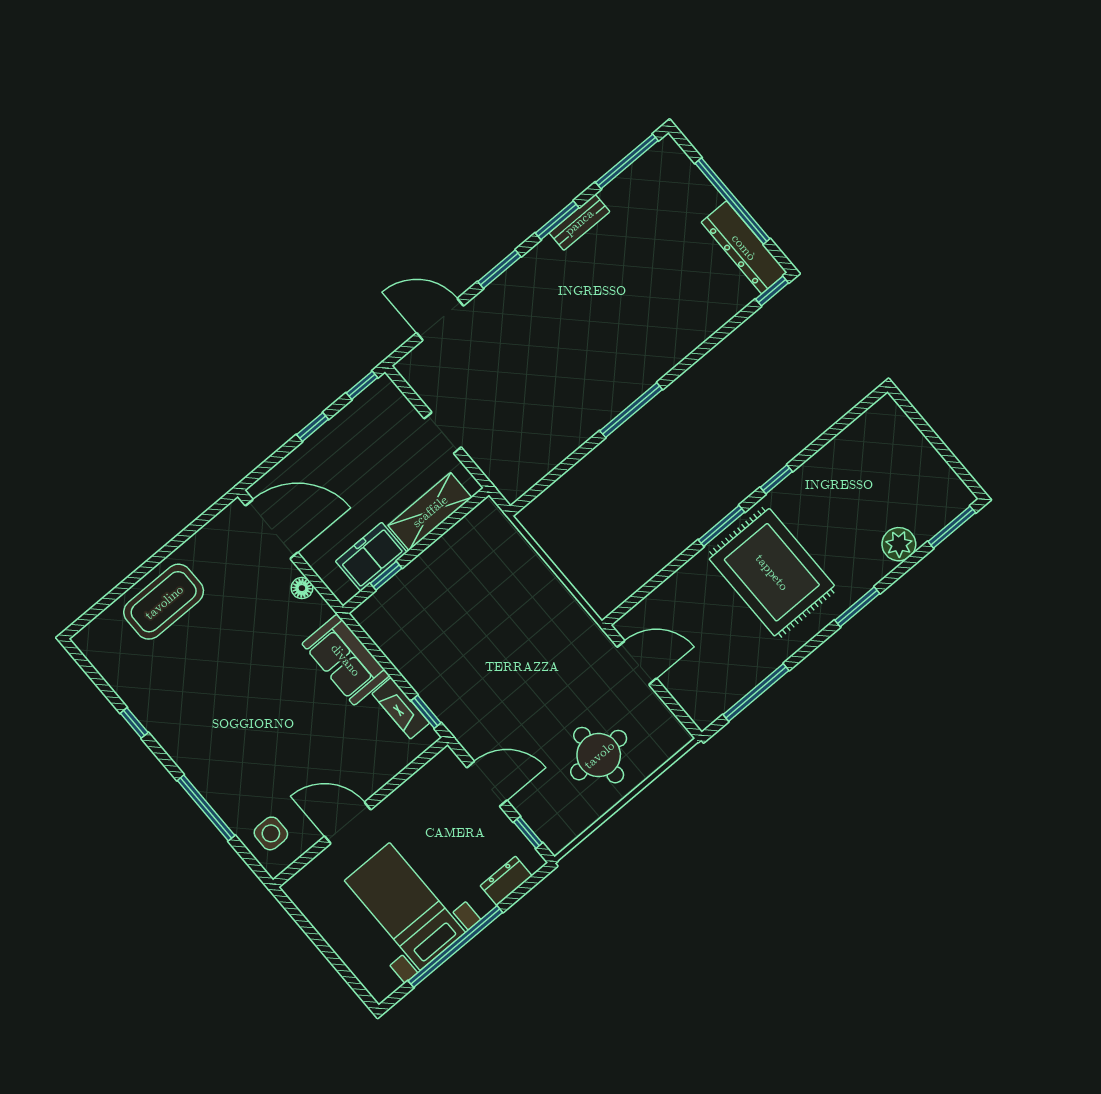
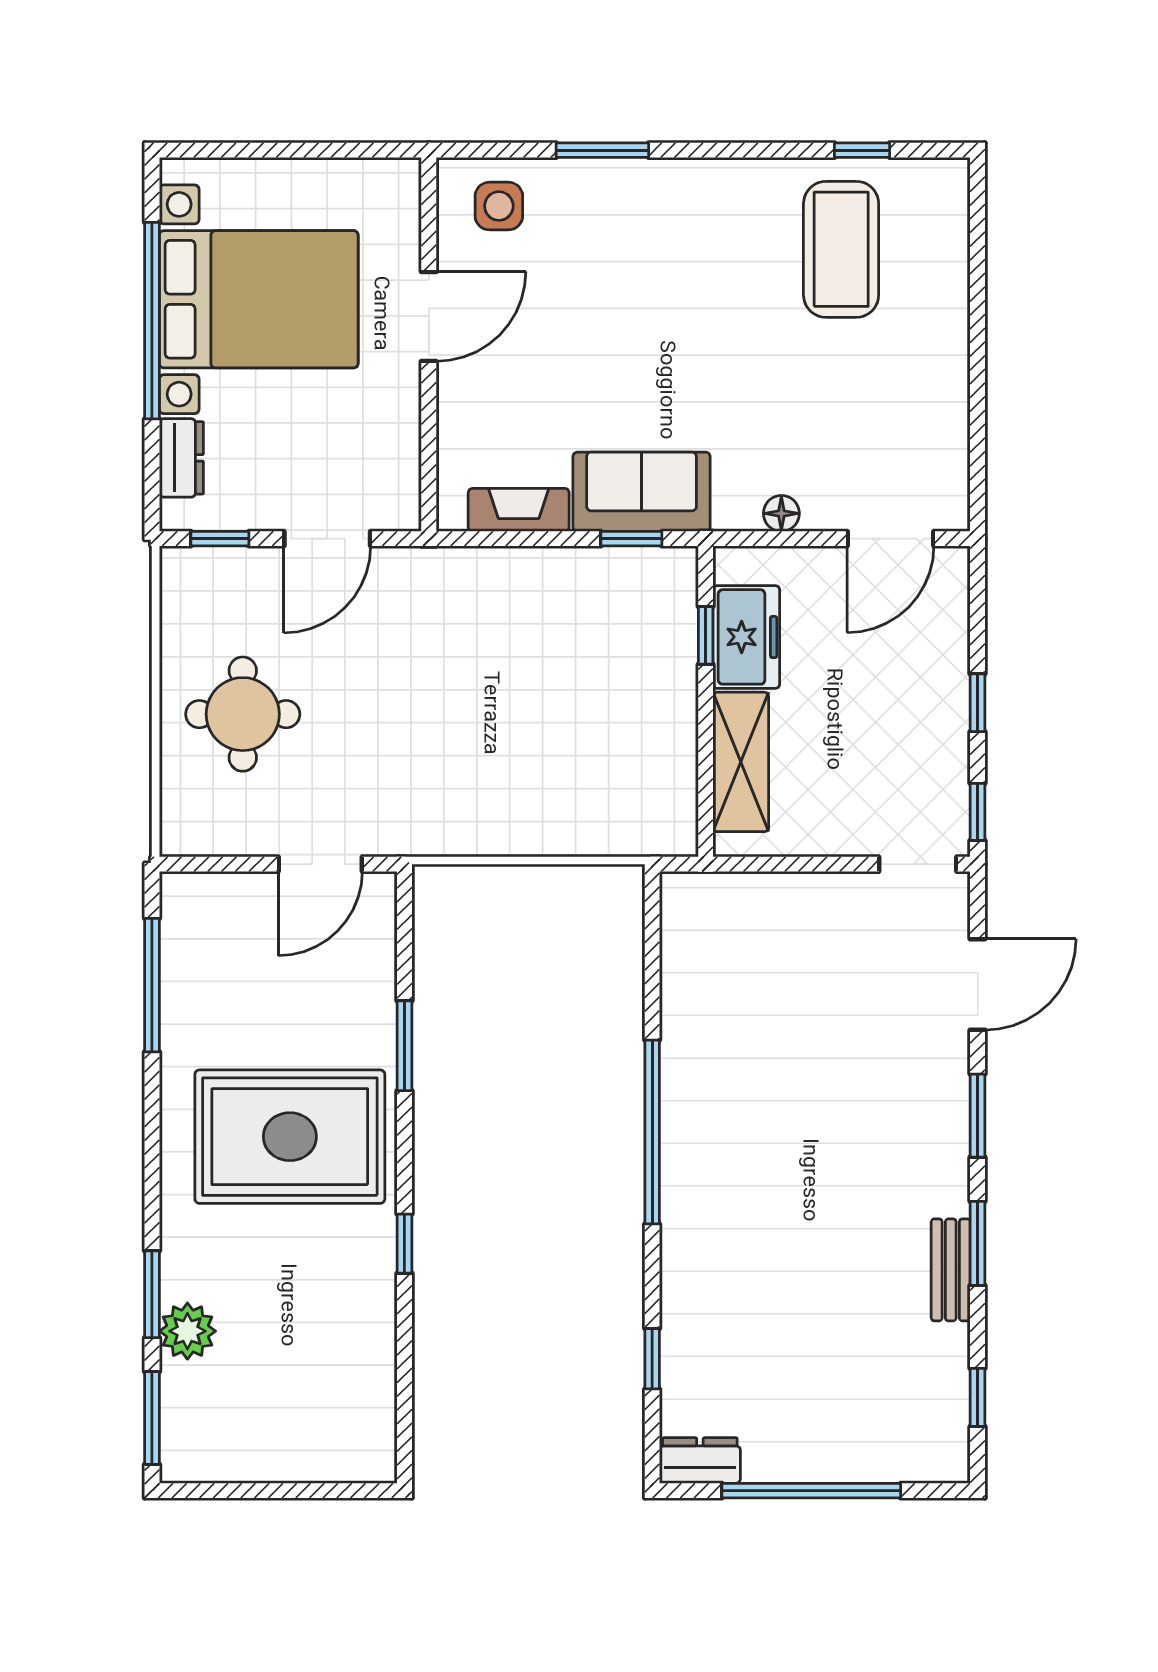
window: (627, 161) -> (978, 1397), width x0.46
dresser: (744, 247) -> (700, 1460), width x0.51, depth x0.80
window: (772, 291) -> (652, 1359), moved
window: (631, 410) -> (652, 1132), width x1.46
doorway: (443, 433) -> (918, 864), moved
window: (721, 526) -> (404, 1046), moved
door: (272, 529) -> (891, 539), width x0.73
coffee table: (164, 602) -> (841, 249), moved
window: (857, 607) -> (152, 1294), moved
window: (426, 712) -> (631, 539), moved
window: (134, 723) -> (862, 150), moved
window: (206, 808) -> (602, 150), width x0.69
bed with nightstands: (405, 906) -> (259, 299), width x1.36

